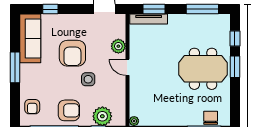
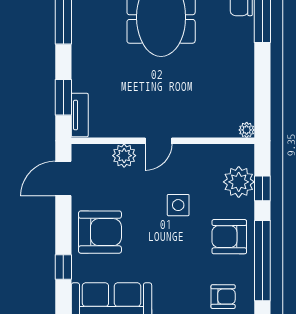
tv unit: (149, 19) -> (80, 115), width x0.71
armchair: (72, 53) -> (100, 232), moved
armchair: (69, 110) -> (229, 237), turned -90

